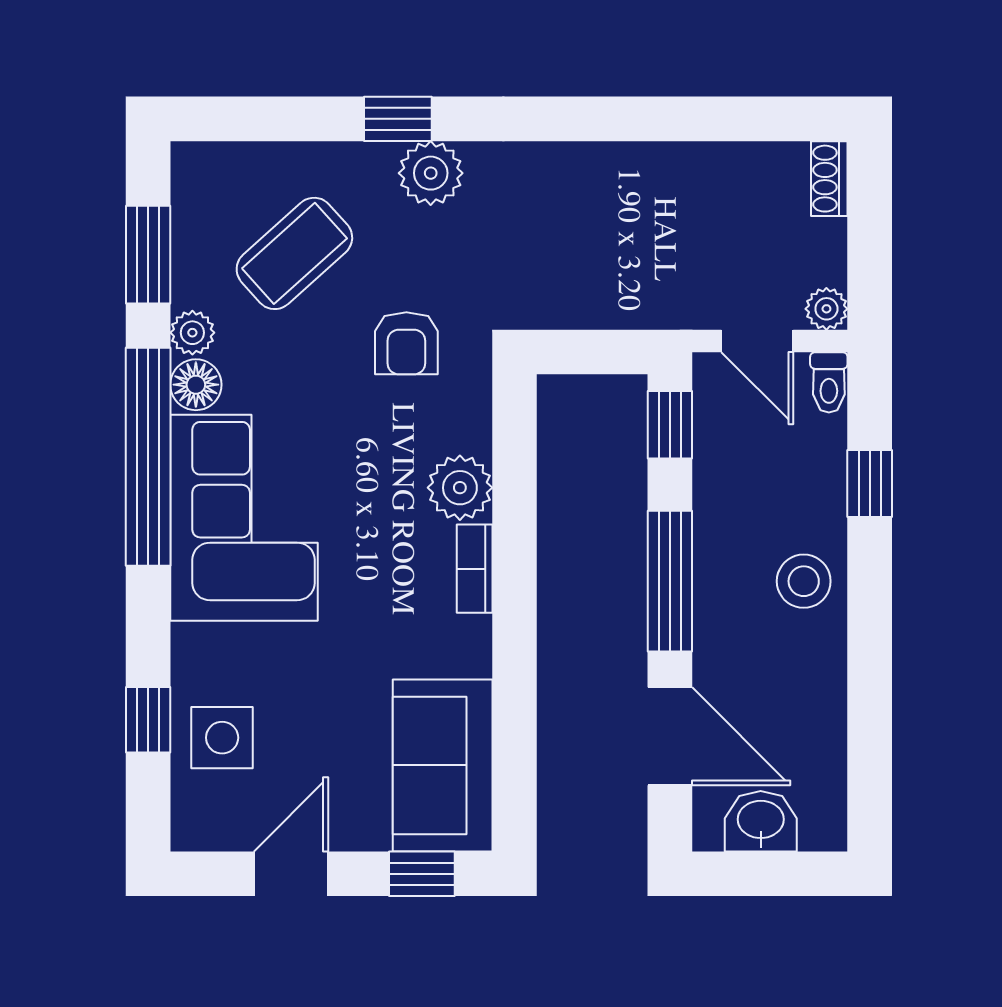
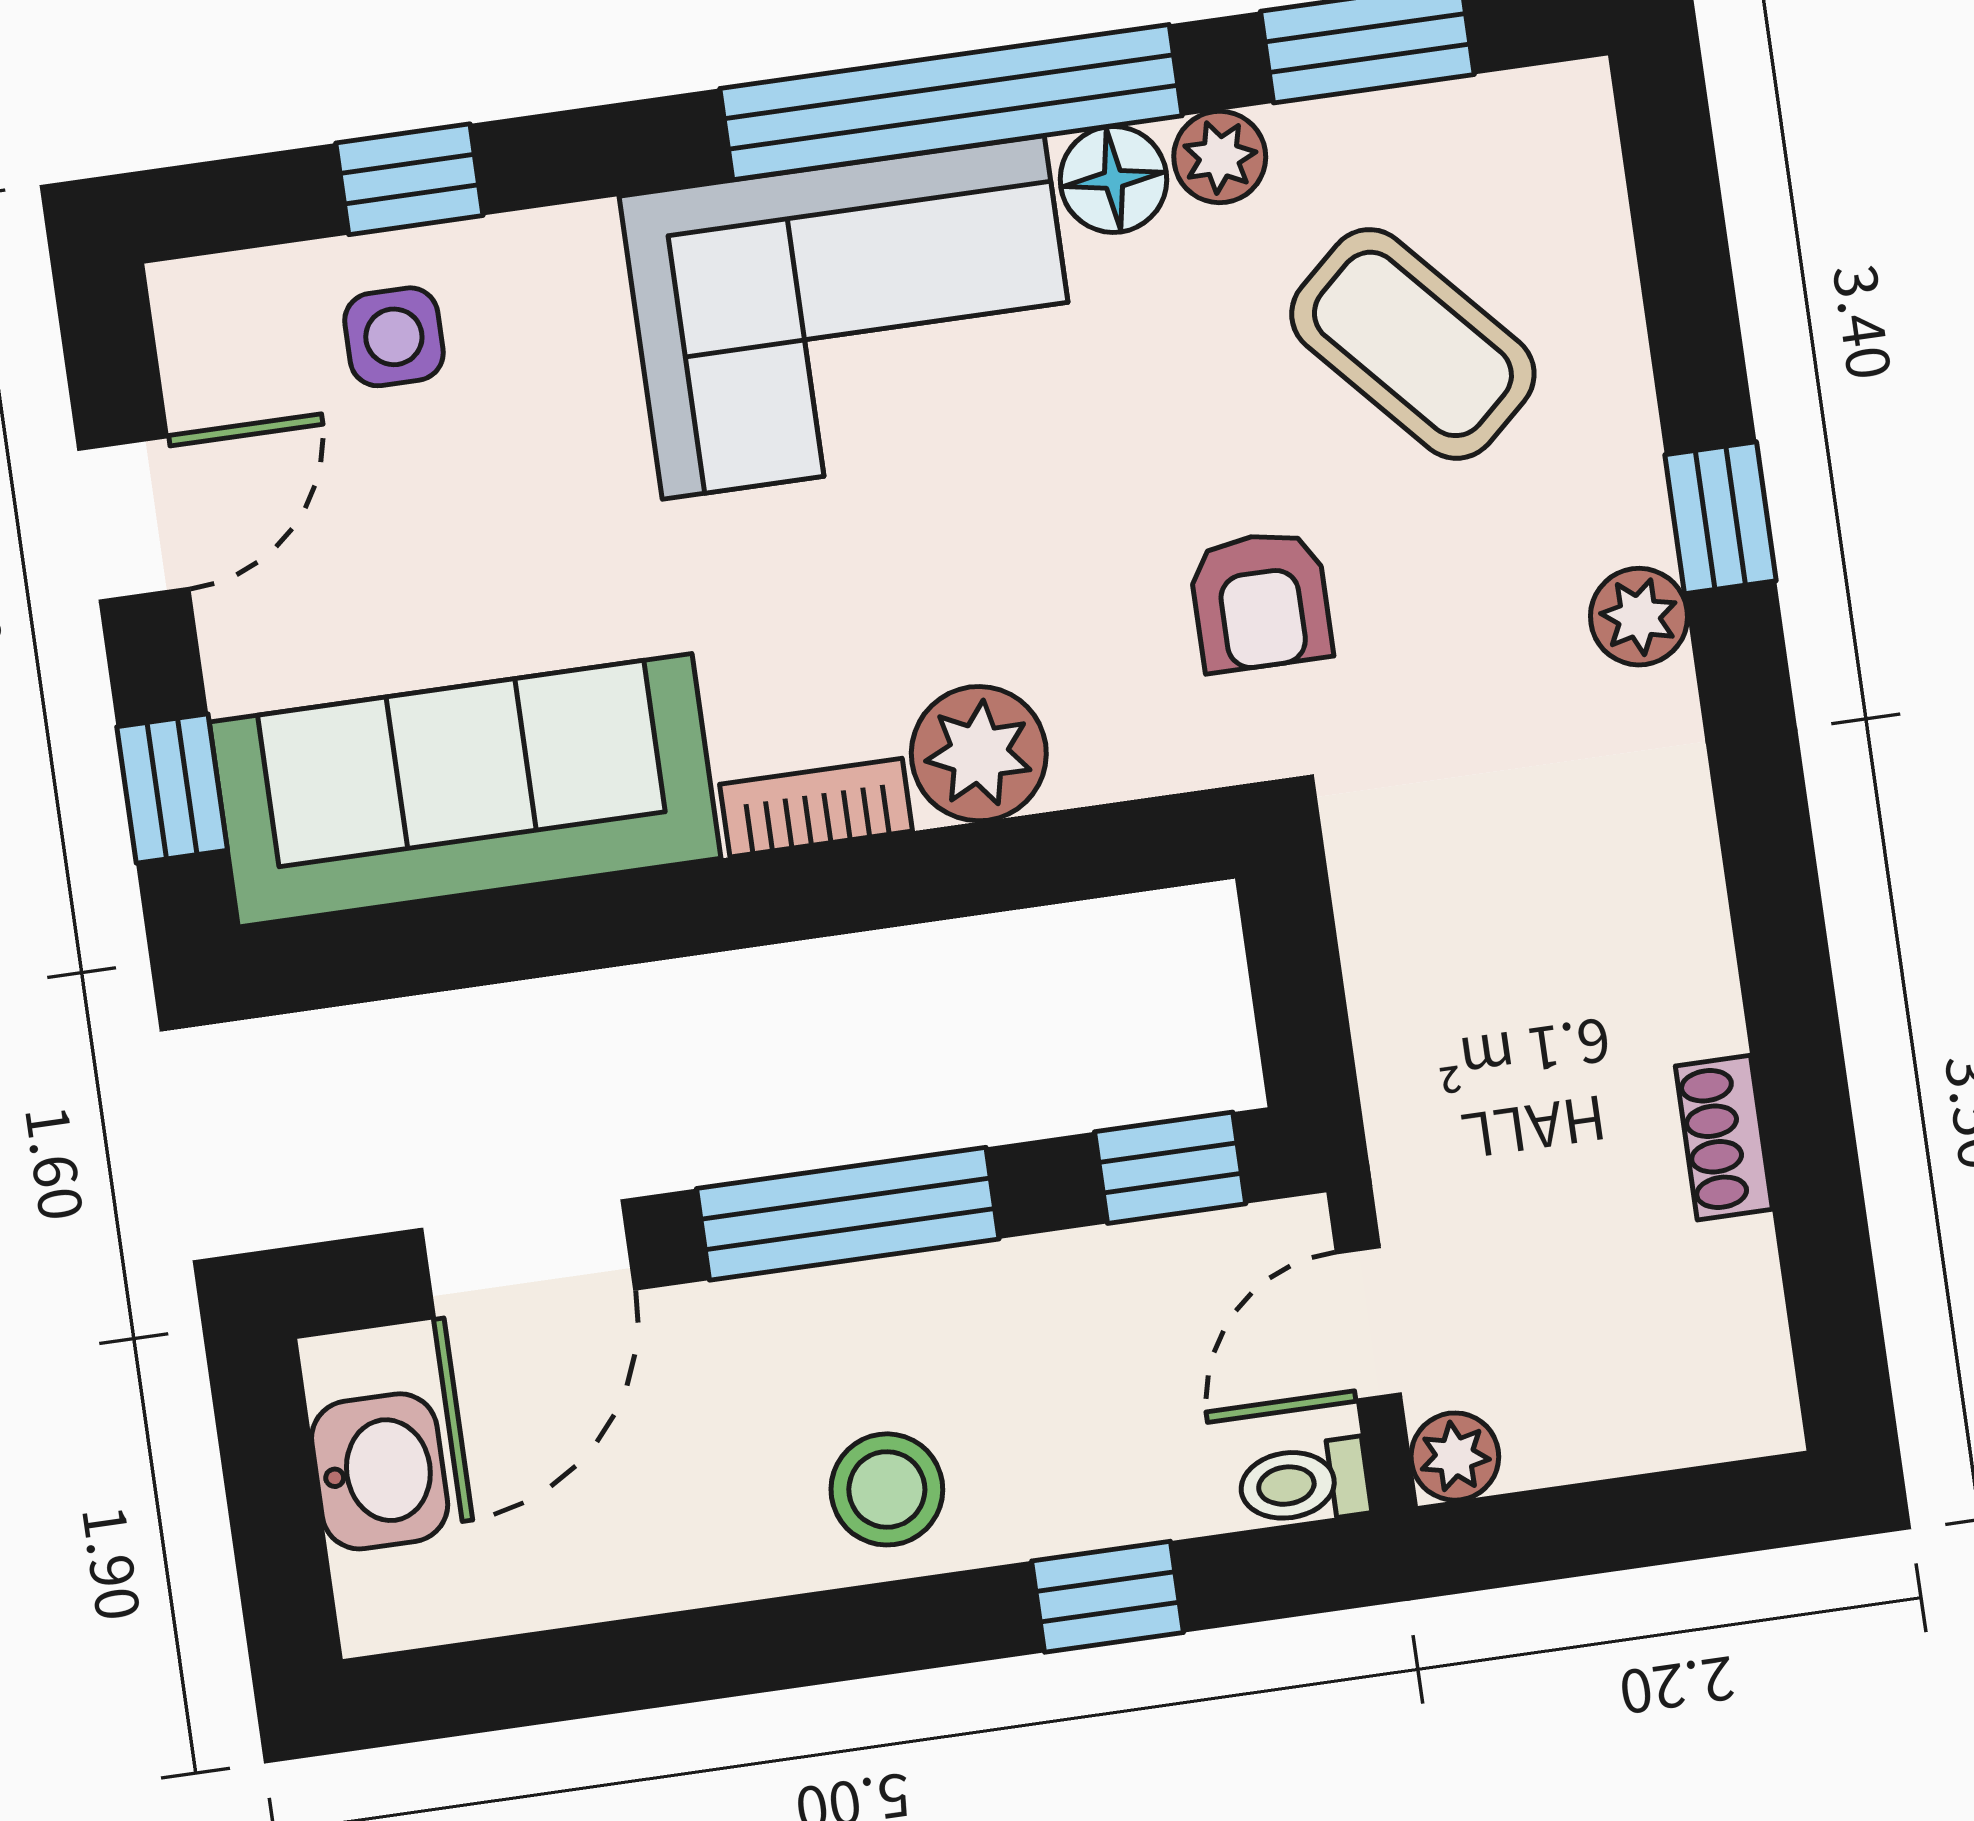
plant: (431, 173) -> (1639, 617), width x0.73, depth x0.73
shoe rack: (829, 179) -> (1724, 1138), moved, turned -90
armchair: (406, 343) -> (1261, 601), turned -90
side table: (222, 738) -> (394, 337), width x0.73, depth x0.73
sofa: (443, 765) -> (465, 790), width x1.36
door: (291, 874) -> (134, 519), hinge flipped

